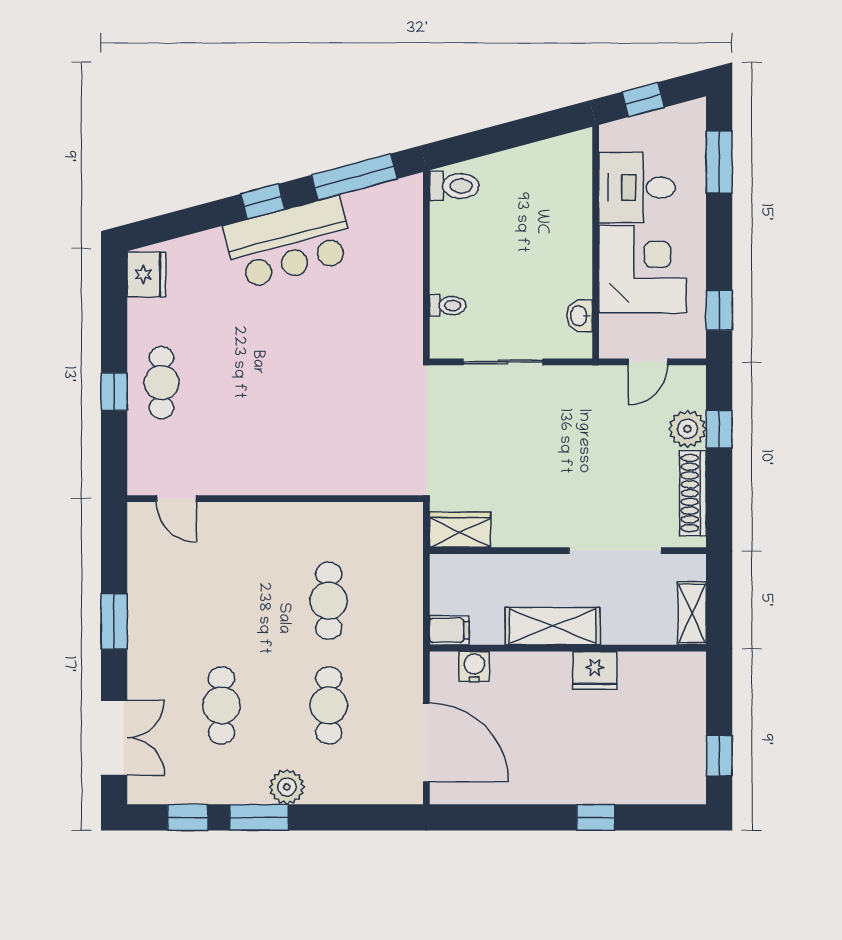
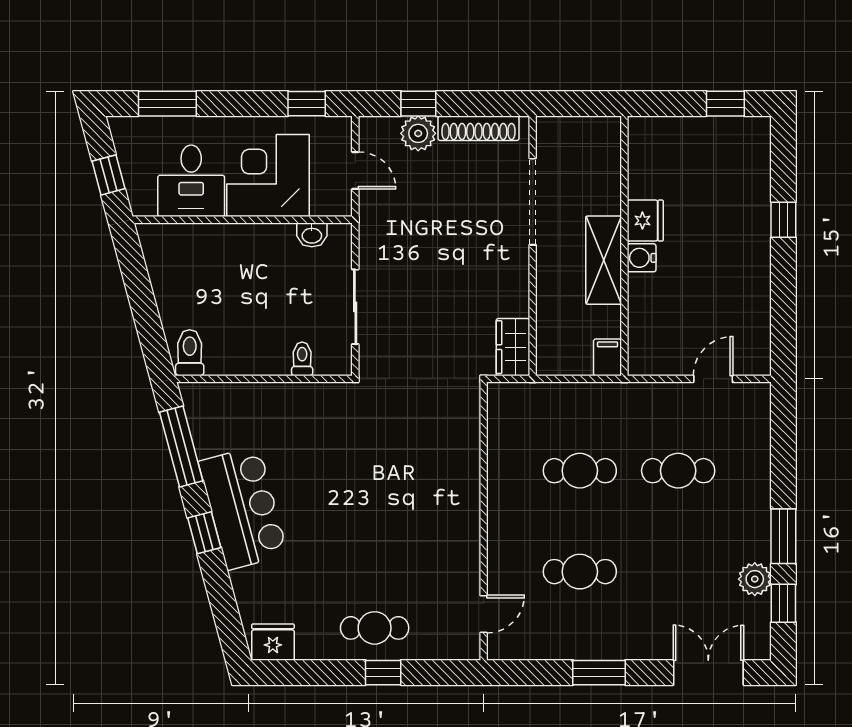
shelving: (692, 613) -> (592, 129), removed
water cooler: (474, 667) -> (642, 258), moved
cafe table: (221, 705) -> (580, 572), moved
door: (426, 743) -> (713, 379), width x0.53
plant: (287, 787) -> (755, 579), moved

